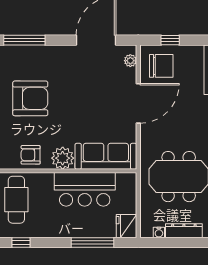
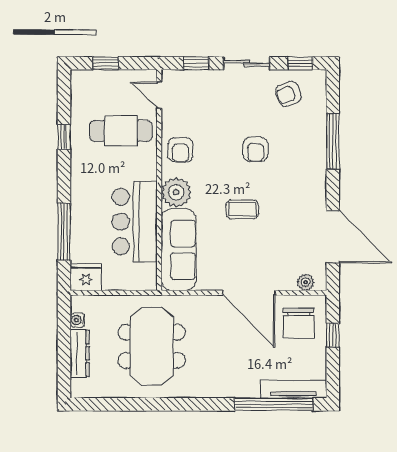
armchair: (30, 98) -> (255, 149), width x0.53, depth x0.53
coffee table: (75, 108) -> (242, 209), added
armchair: (31, 155) -> (181, 150), turned 180

